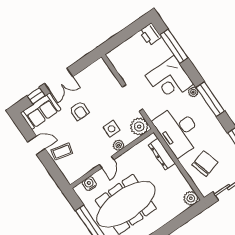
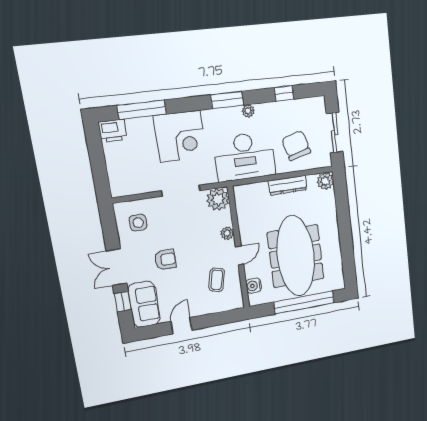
double door: (59, 80) -> (117, 267), swing flipped
plant: (193, 92) -> (248, 111), moved
window: (210, 99) -> (227, 100), width x0.69
side table: (112, 129) -> (138, 223), moved
coffee table: (62, 152) -> (217, 280), moved
dresser: (162, 154) -> (288, 185), moved
door: (107, 162) -> (240, 256), hinge flipped

